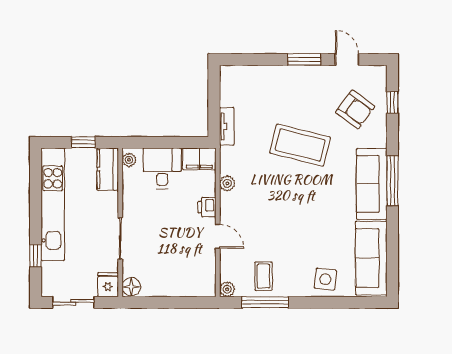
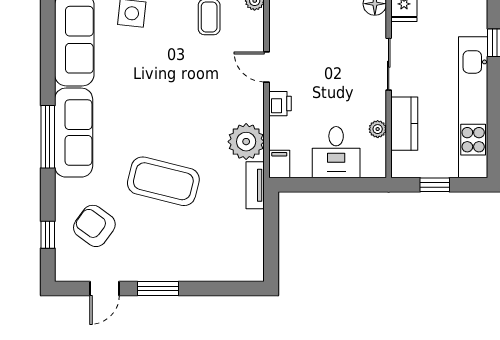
door: (347, 59) -> (105, 288), hinge flipped
tv unit: (227, 126) -> (255, 185), moved
filing cabinet: (199, 159) -> (279, 164), width x0.50
plant: (129, 160) -> (378, 129), moved
kitchen counter: (108, 169) -> (404, 124), moved
plant: (227, 183) -> (246, 142), width x1.87, depth x1.87

